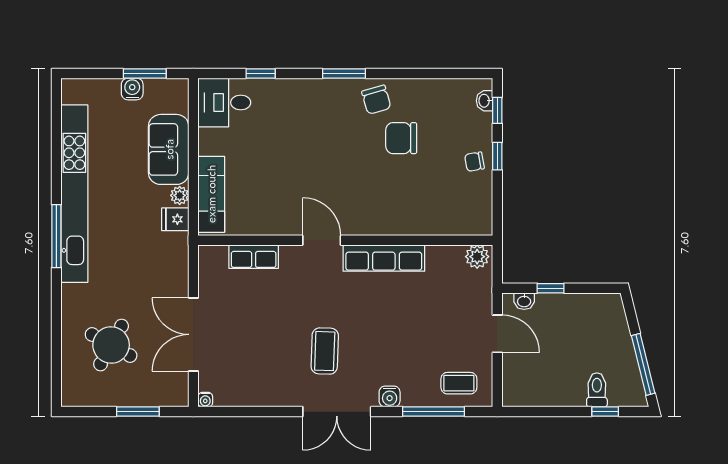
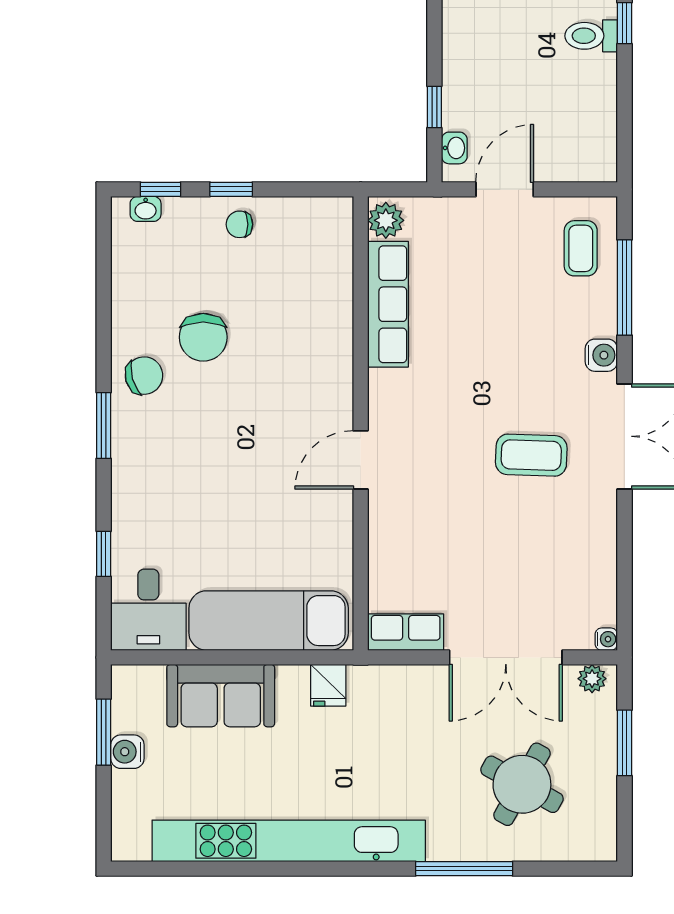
chair: (474, 162) -> (239, 224), turned 100
exam couch: (211, 194) -> (269, 621), width x1.36, depth x1.45
plant: (180, 195) -> (592, 679), moved
window: (56, 236) -> (464, 869), moved
row of seats: (254, 257) -> (406, 632), moved, turned -90
row of seats: (384, 258) -> (388, 304), moved

